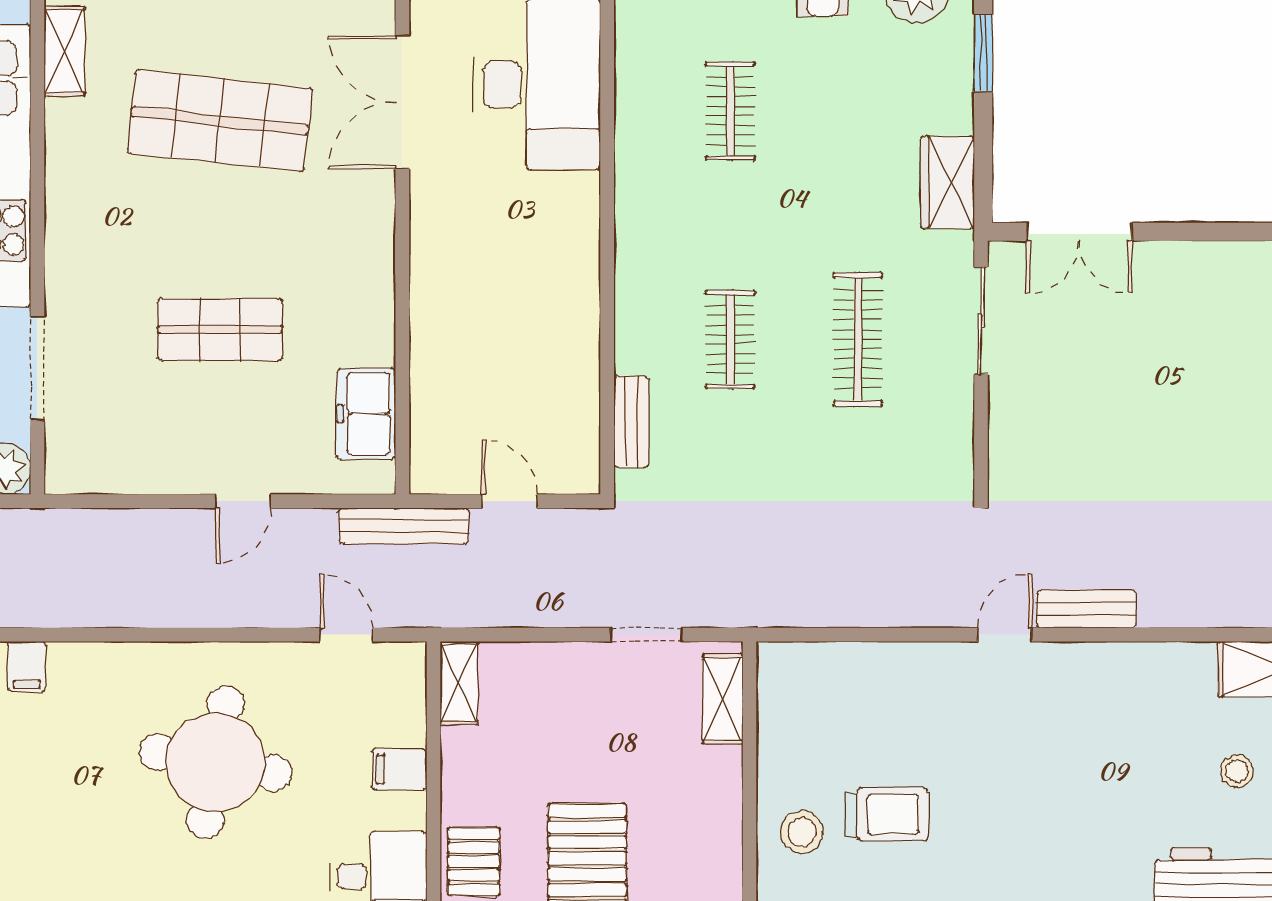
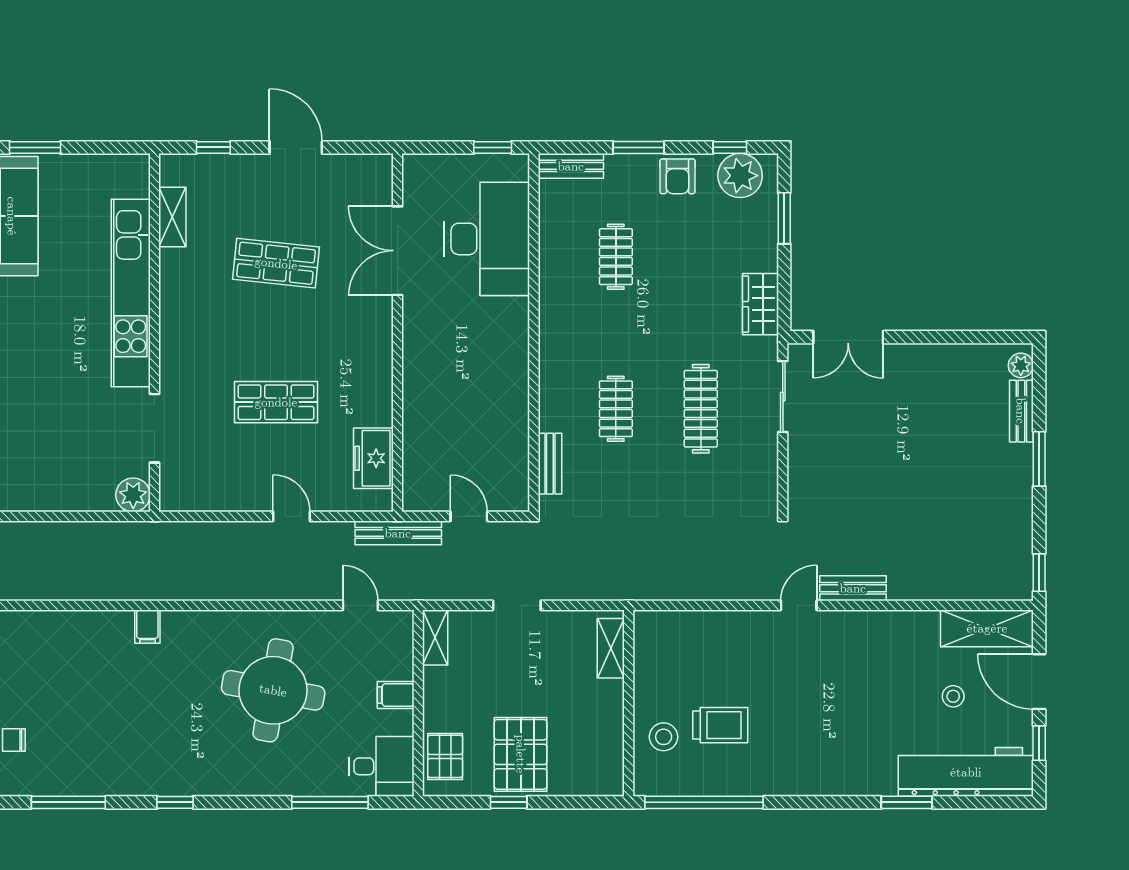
shop shelf: (220, 121) -> (276, 263), width x0.70, depth x0.74
door: (243, 501) -> (292, 516), swing flipped
doorway: (646, 635) -> (517, 605), moved

